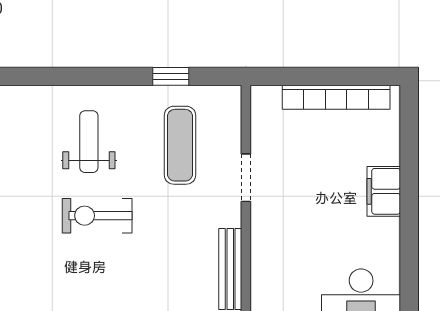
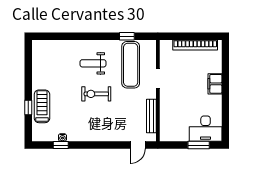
weight bench: (89, 142) -> (93, 63), turned -90
exercise mat: (180, 145) -> (131, 65), width x1.36, depth x1.45

